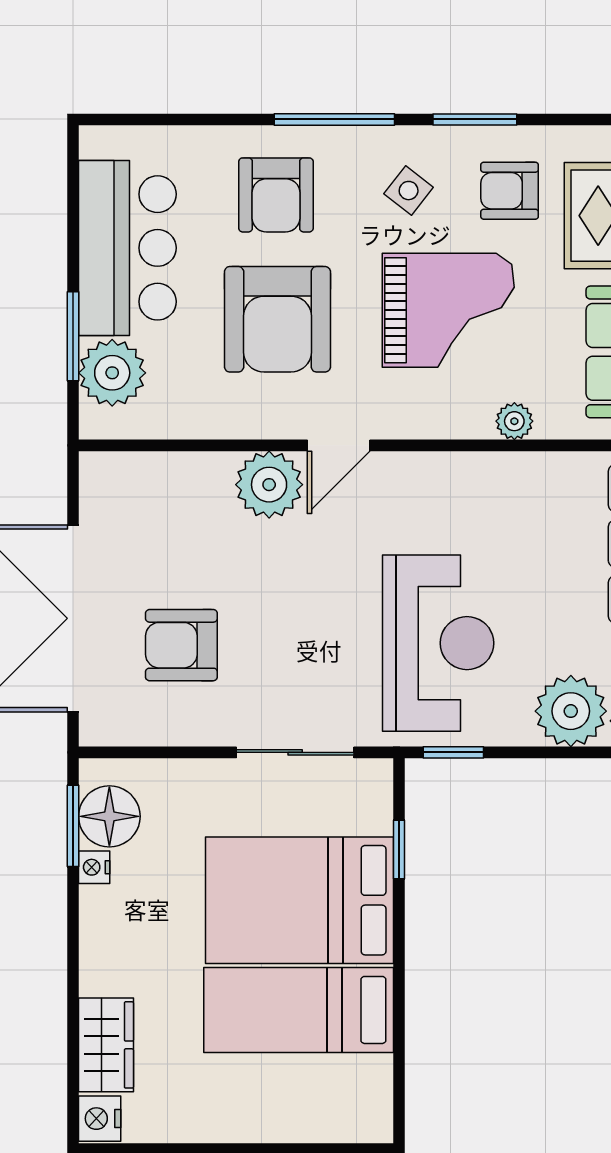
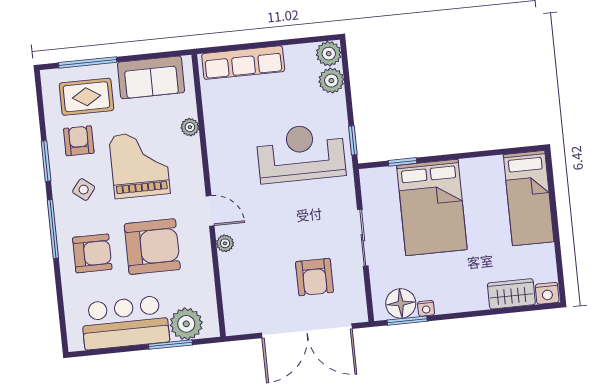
armchair: (510, 191) -> (79, 141), turned 180
plant: (269, 485) -> (225, 243), width x0.53, depth x0.53
plant: (571, 711) -> (331, 81), width x0.73, depth x0.73
sliding door: (295, 752) -> (363, 238), moved
bed: (299, 1010) -> (529, 198), moved

